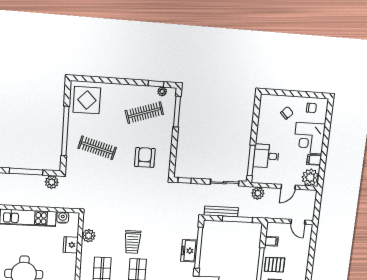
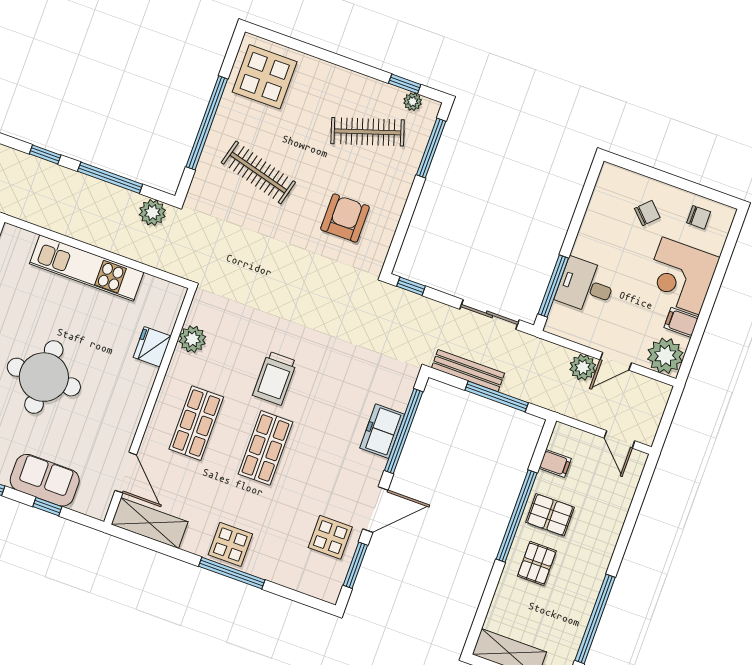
plant: (258, 193) -> (583, 367), moved
water cooler: (63, 217) -> (153, 288), removed

